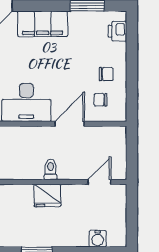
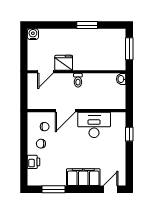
printer: (117, 31) -> (33, 162), moved
fridge: (47, 196) -> (64, 63), moved
water cooler: (98, 239) -> (33, 34), moved

